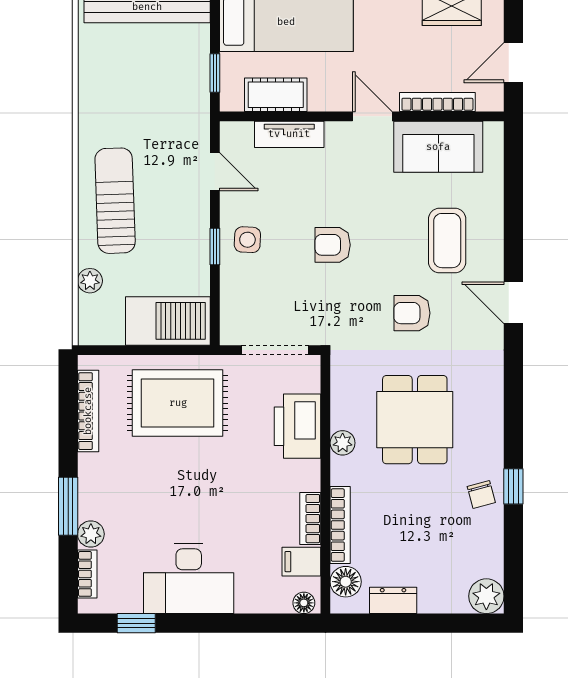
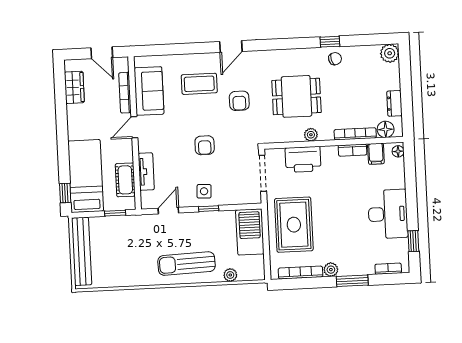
plant: (91, 534) -> (331, 270), moved

